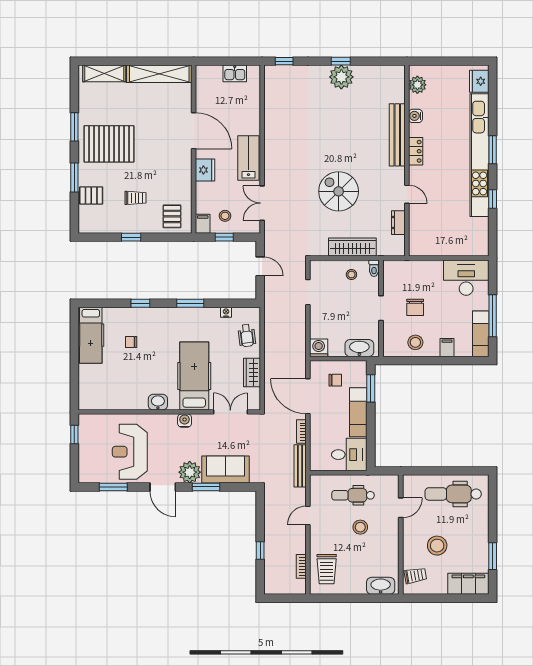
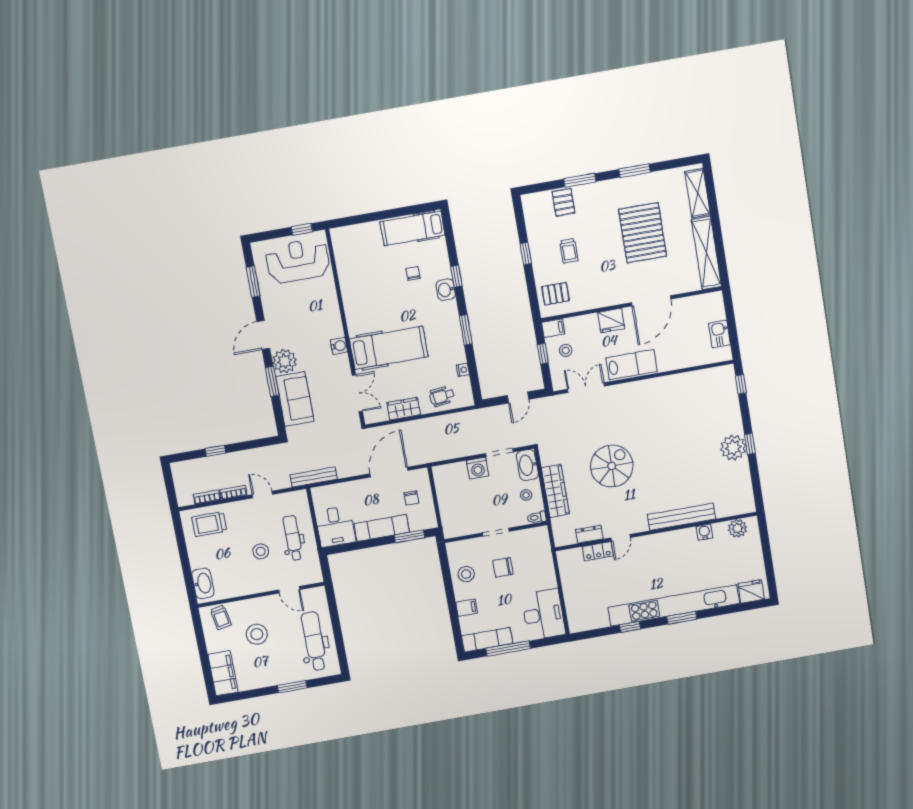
pallet: (109, 144) -> (643, 233), moved
locker: (416, 151) -> (598, 551), moved
washing machine: (319, 348) -> (478, 468), moved, turned 90
washbasin: (359, 348) -> (527, 465), moved, turned 180
washbasin: (158, 402) -> (446, 290), moved, turned 180
bookcase: (301, 432) -> (234, 492), moved
reception desk: (130, 452) -> (298, 261), moved
window: (493, 556) -> (292, 687), moved

